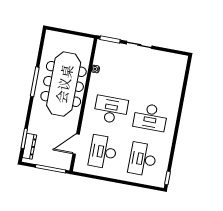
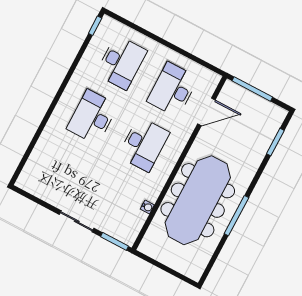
desk: (111, 110) -> (144, 144), turned -90
desk: (150, 117) -> (92, 117), turned -90
dresser: (29, 146) -> (272, 129), removed
desk: (103, 152) -> (173, 90), turned 180

